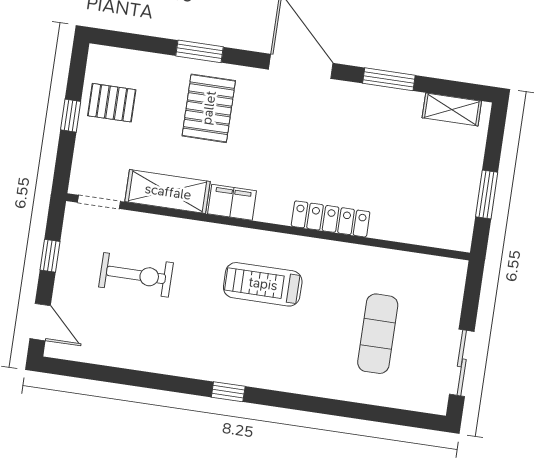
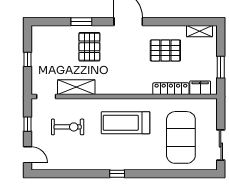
window: (389, 79) -> (169, 22), removed
pallet: (112, 103) -> (165, 50), moved, width x1.50, depth x1.42
filing cabinet: (232, 202) -> (200, 88), moved
locker: (331, 219) -> (171, 89), moved
treadmill: (263, 284) -> (126, 123), width x1.37, depth x1.38
exercise mat: (378, 334) -> (181, 137), width x2.00, depth x1.45

